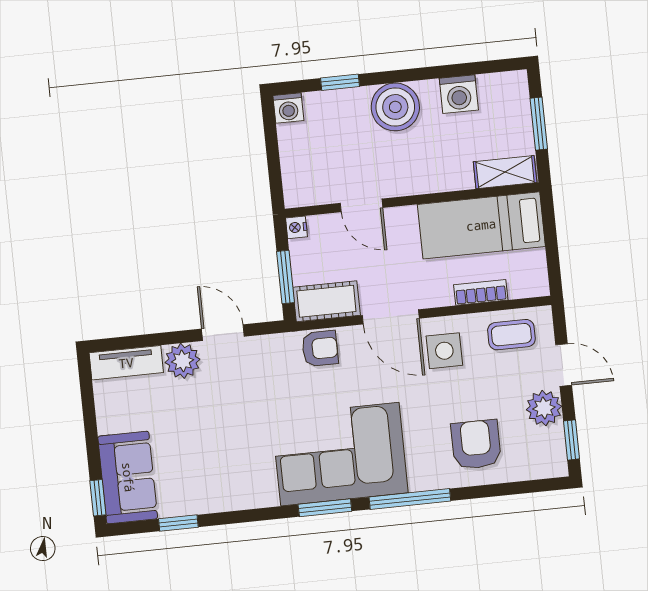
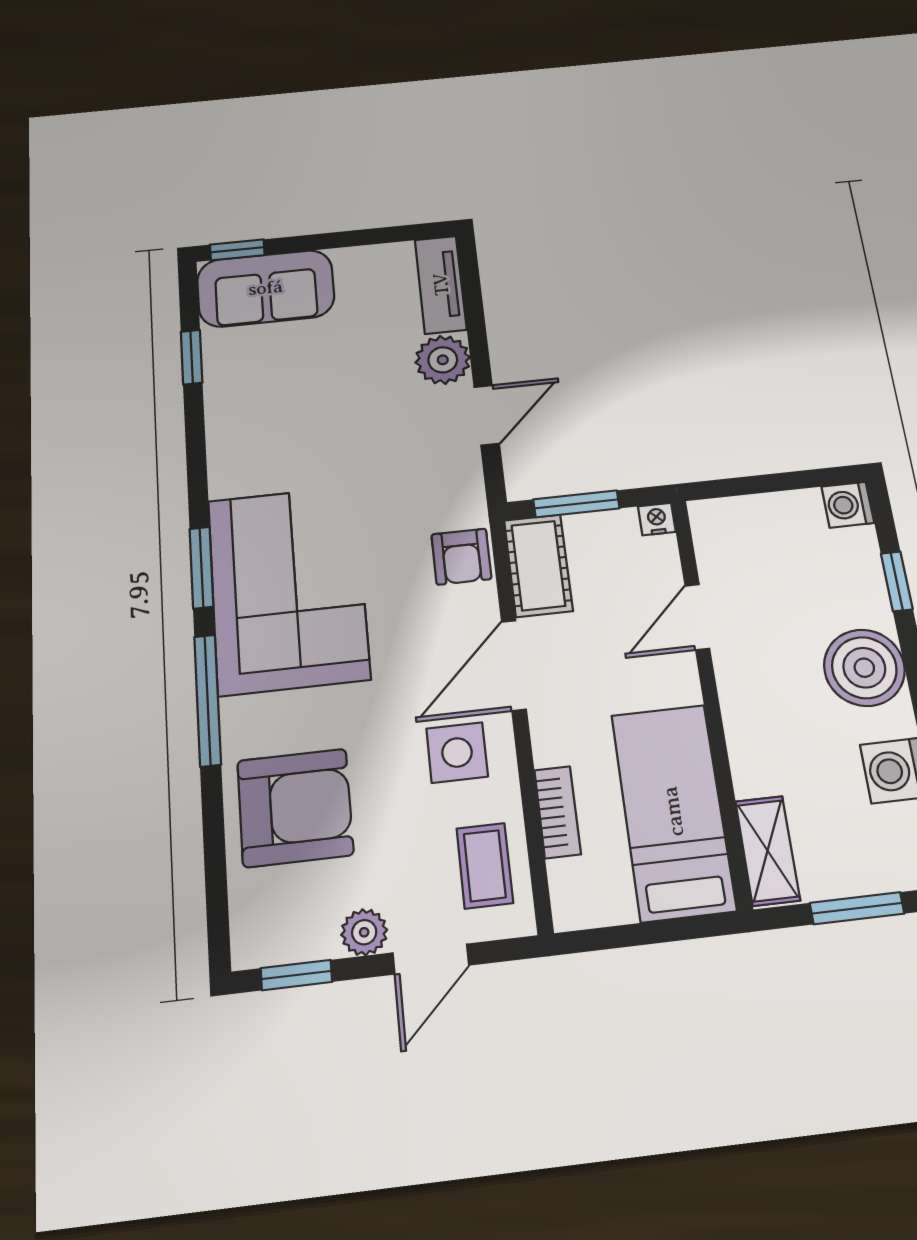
plant: (544, 408) -> (364, 932), width x0.73, depth x0.73
armchair: (476, 444) -> (295, 808), width x1.36, depth x1.36

